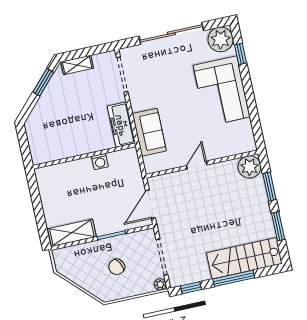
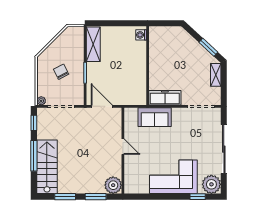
washing machine: (100, 161) -> (141, 35), moved

